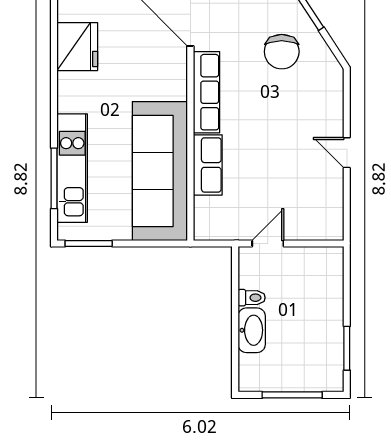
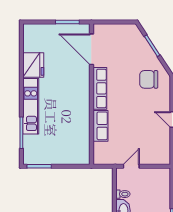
chair: (282, 52) -> (149, 79), moved, turned 90
kitchen unit: (72, 168) -> (31, 106), moved
sofa: (160, 171) -> (76, 129), removed

